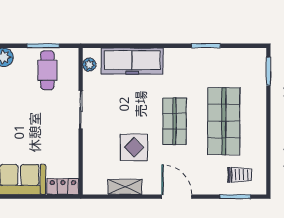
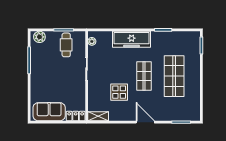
freezer: (132, 61) -> (132, 39), moved
trolley: (240, 175) -> (184, 109), removed
shelving: (125, 187) -> (98, 116), moved

